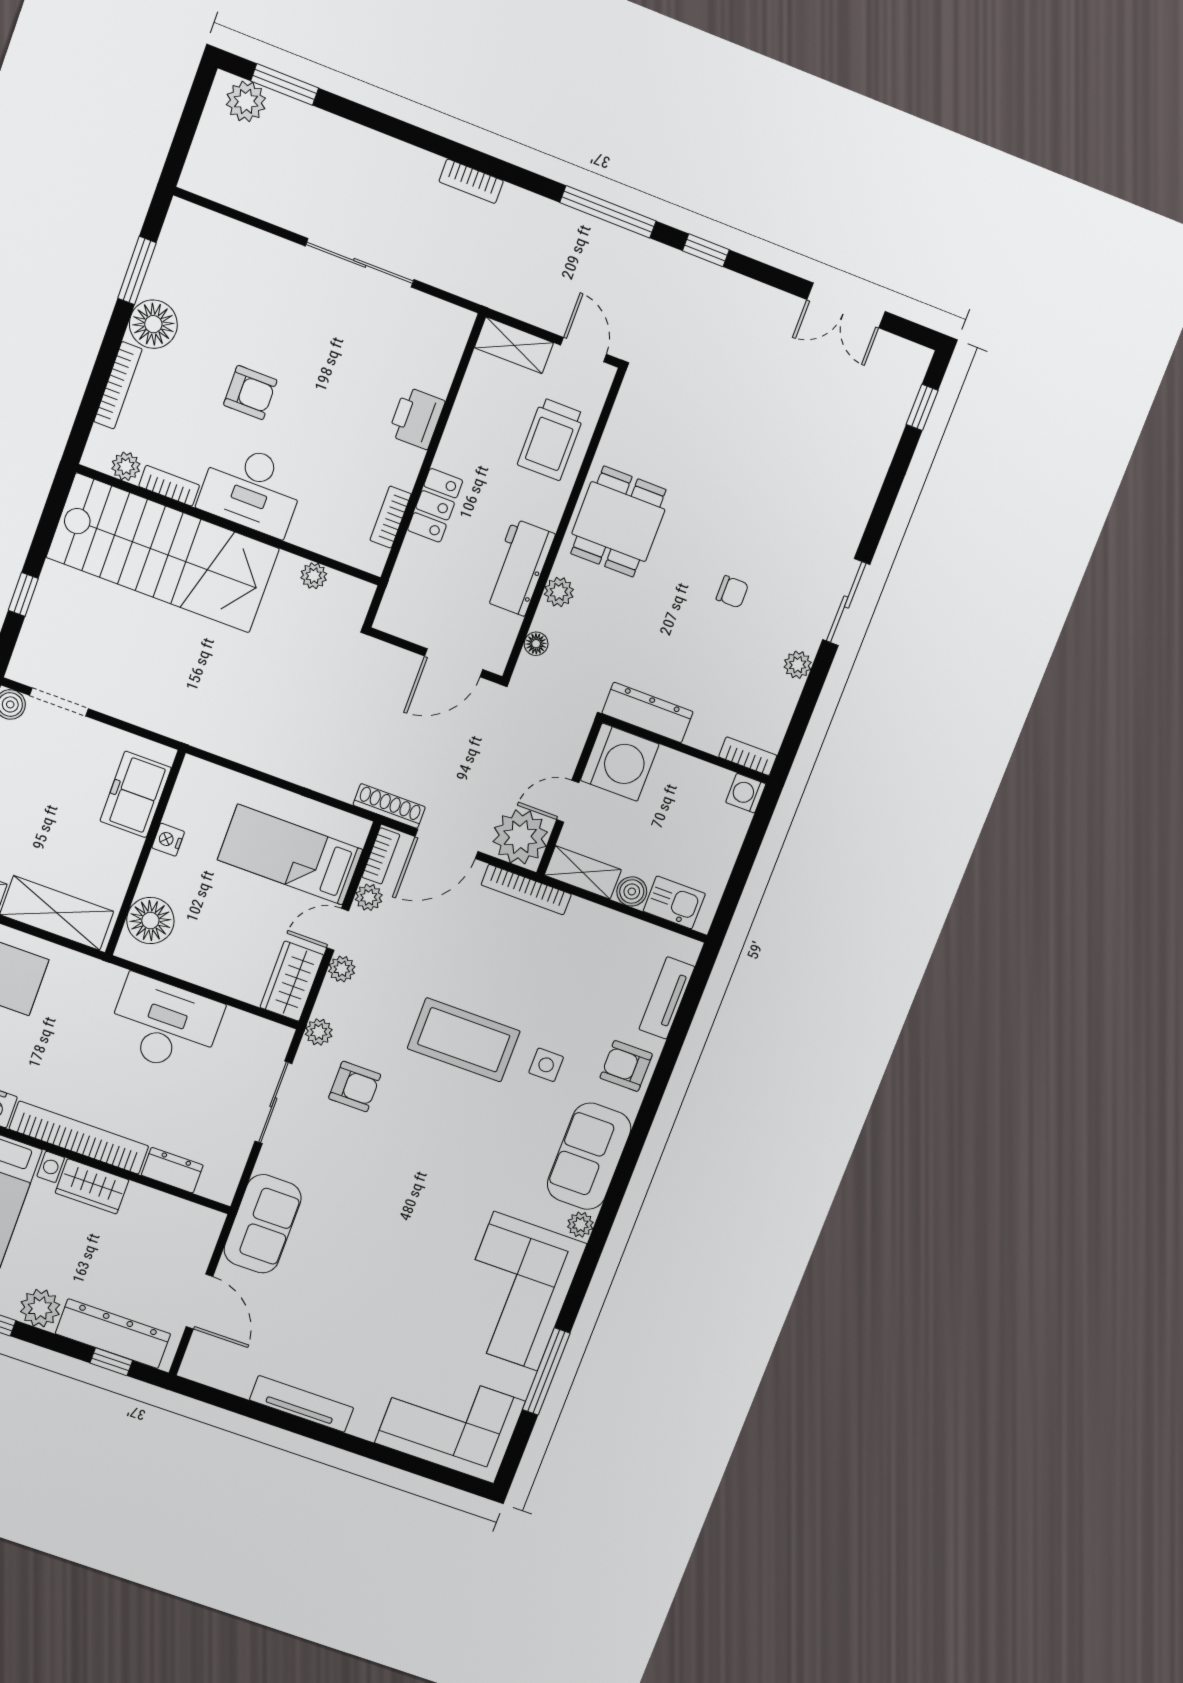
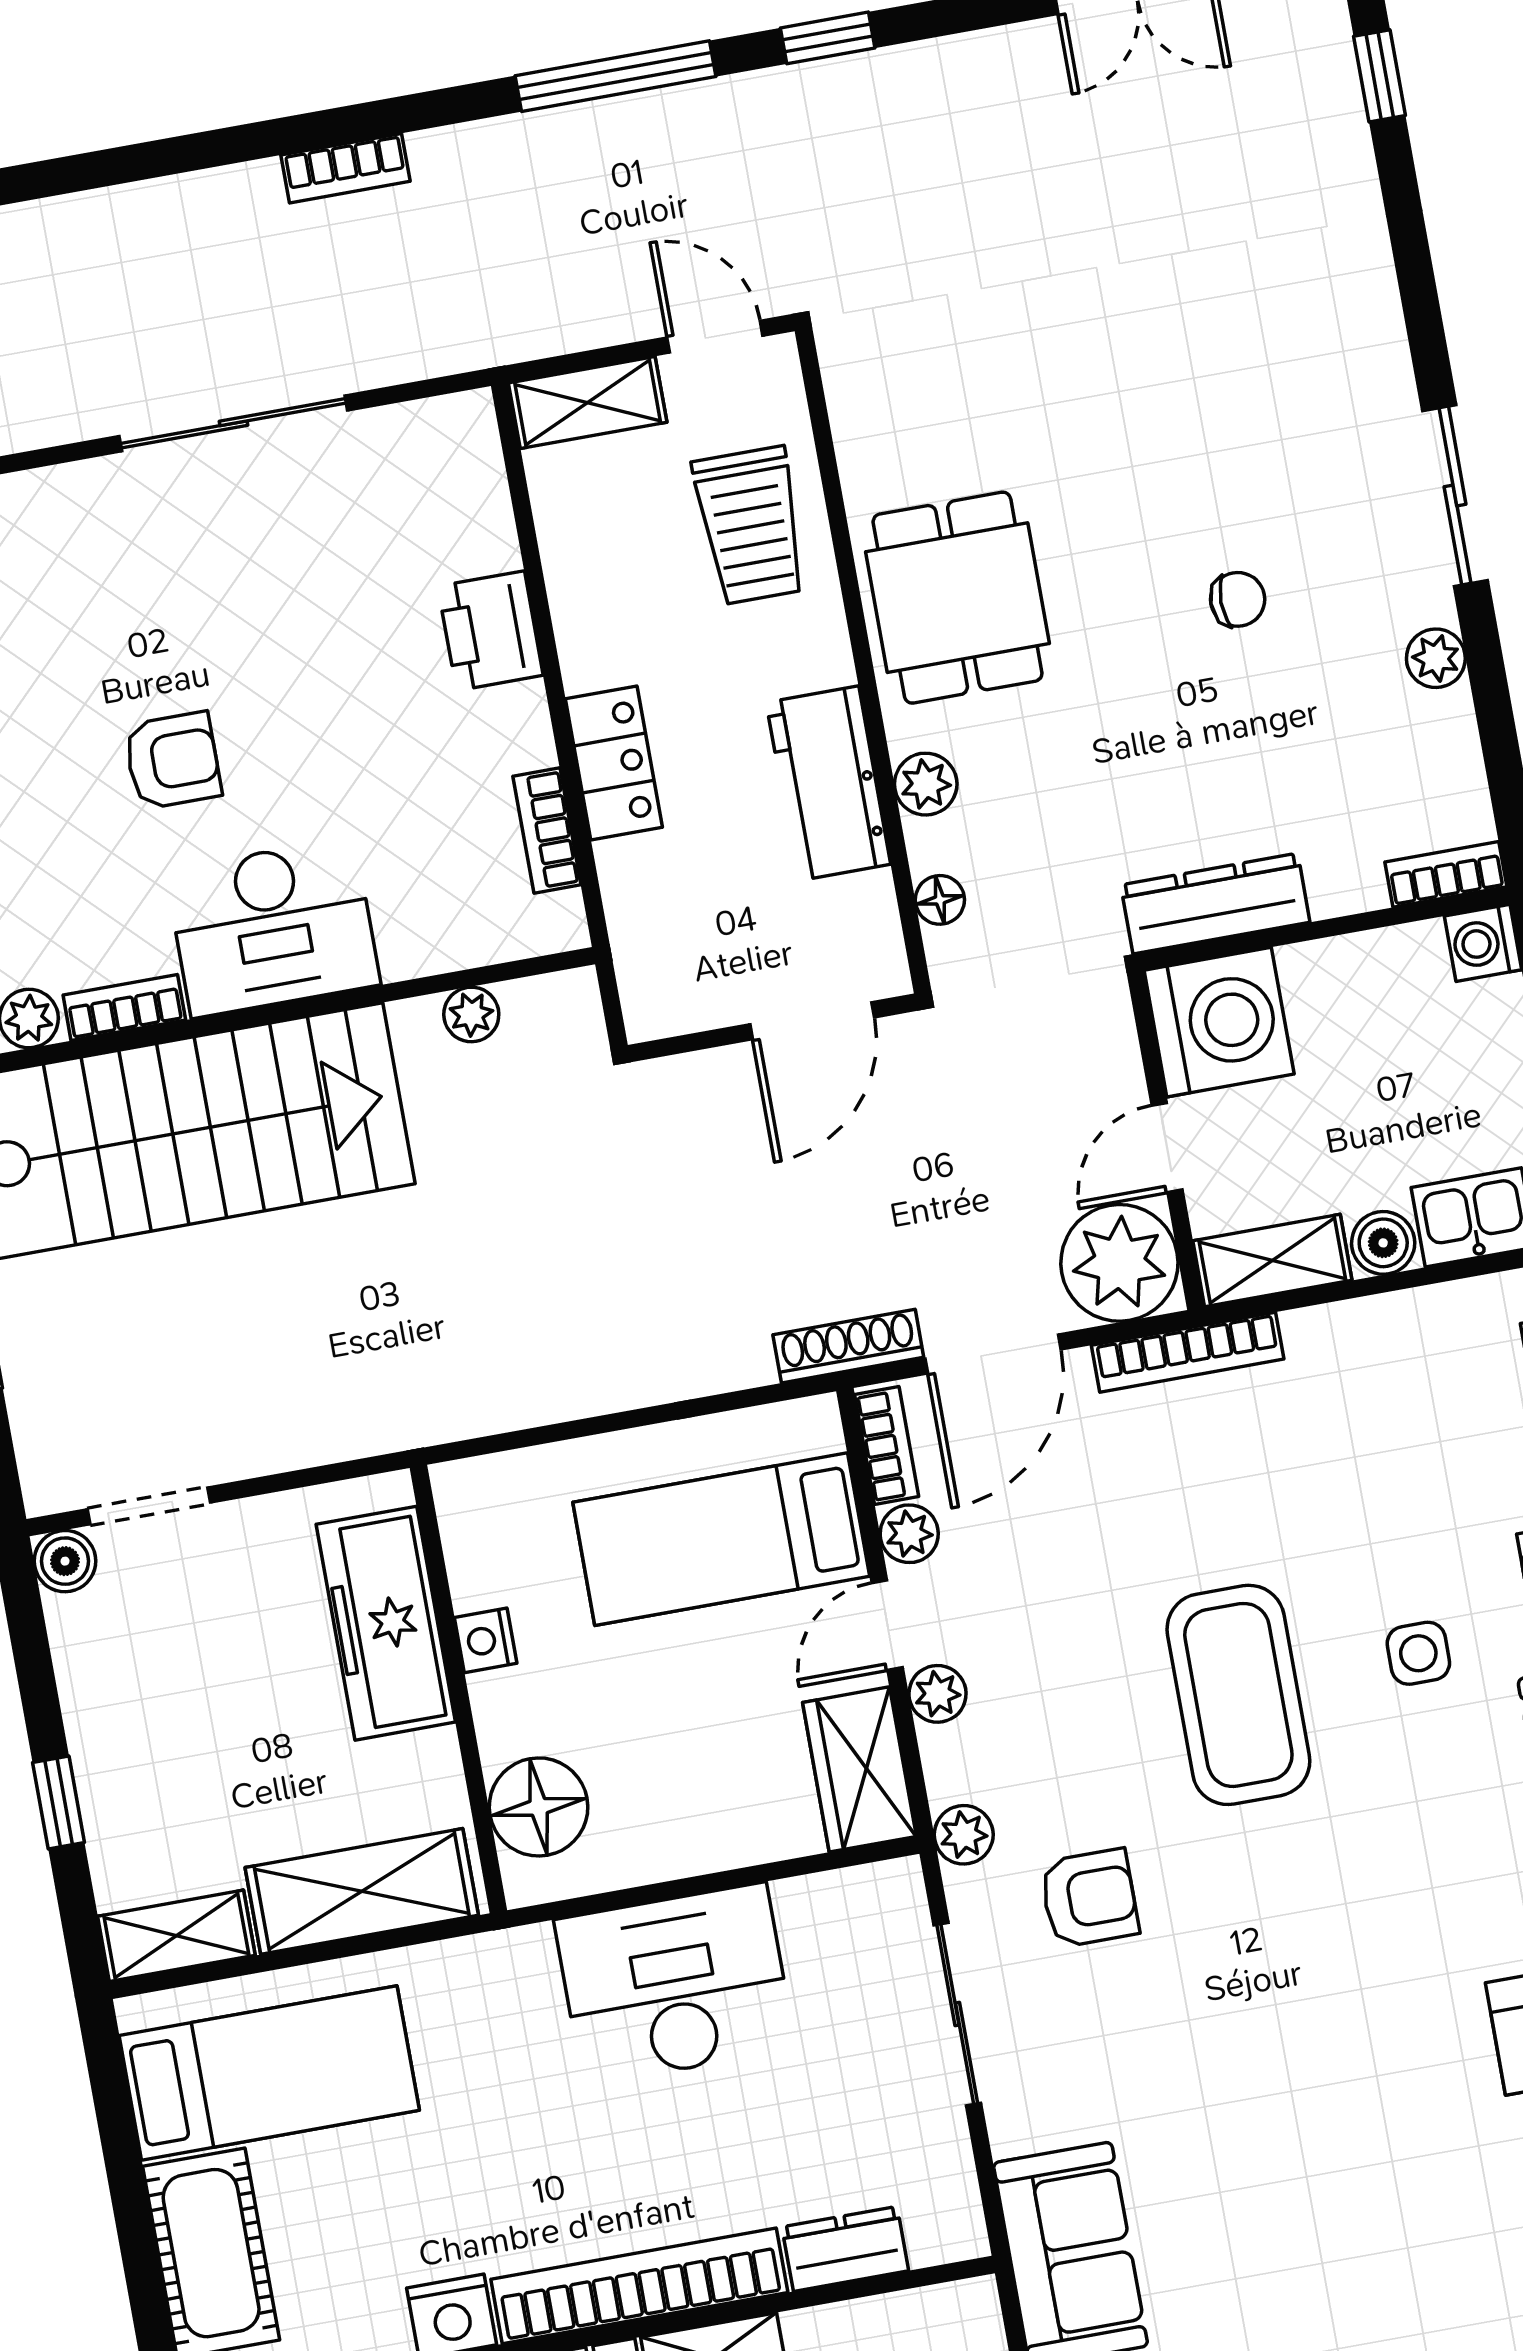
freezer: (136, 794) -> (386, 1623), width x1.40
coffee table: (464, 1040) -> (1238, 1695), turned 90

